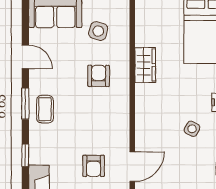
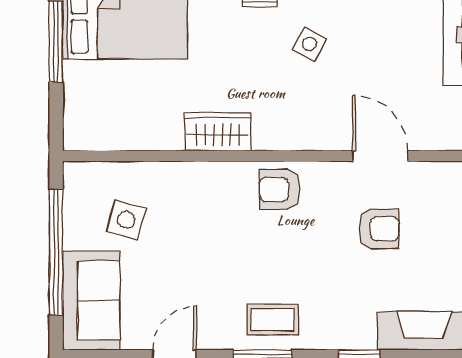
wardrobe: (145, 65) -> (218, 132), moved
armchair: (99, 76) -> (280, 189), moved

